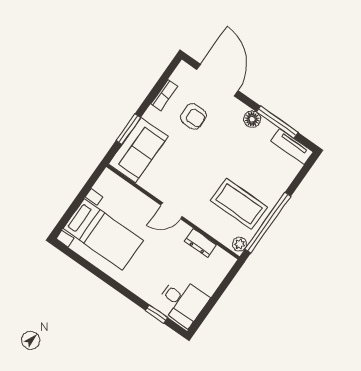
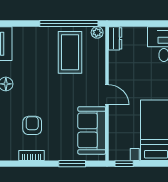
sofa: (138, 150) -> (92, 130), moved, turned -90
window: (92, 180) -> (124, 164), added
dresser: (200, 243) -> (115, 38), moved

